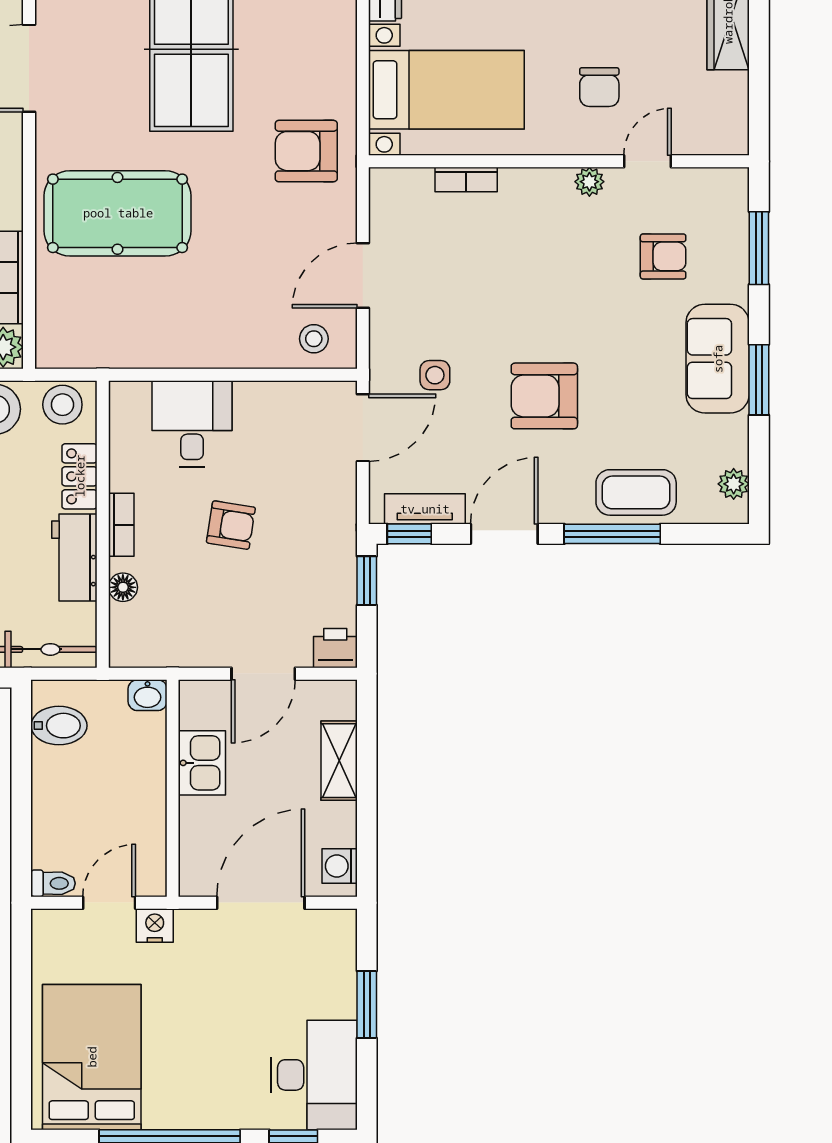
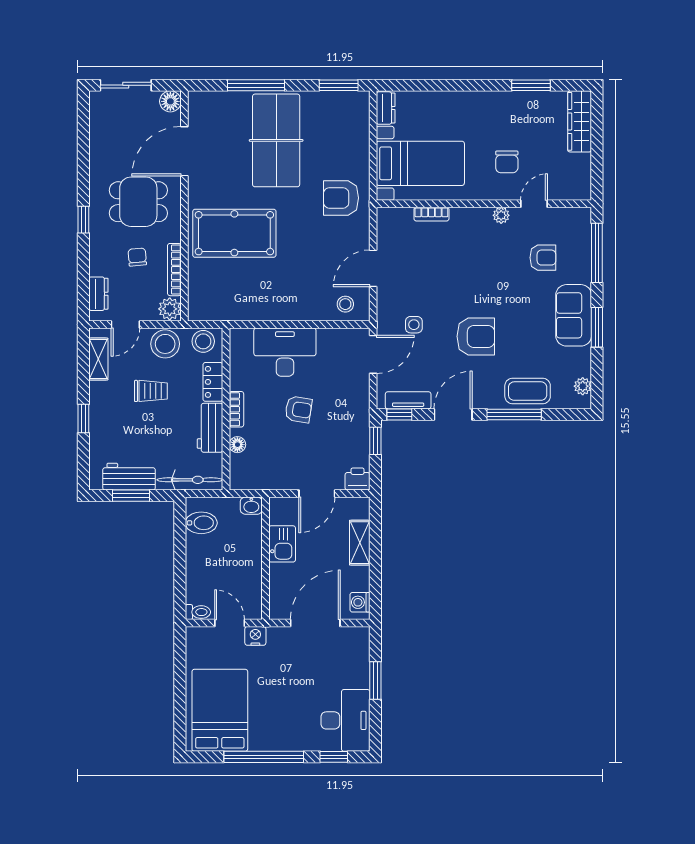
window: (759, 248) -> (597, 253), width x1.44
armchair: (544, 396) -> (476, 336), turned 180
desk: (192, 424) -> (285, 352), width x1.37
door: (109, 903) -> (230, 623), hinge flipped

